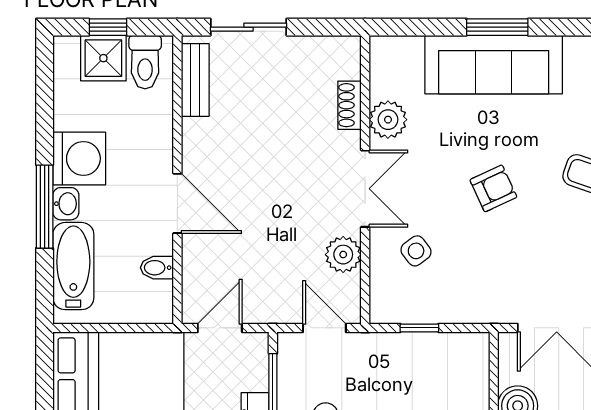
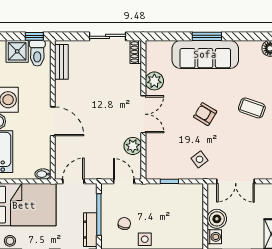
window: (108, 27) -> (34, 36), moved
sliding door: (249, 27) -> (108, 36), moved
shoe rack: (350, 105) -> (136, 52), moved
armchair: (493, 188) -> (205, 114), turned -124
side table: (416, 251) -> (200, 159), moved
bidet: (157, 268) -> (43, 174), moved

